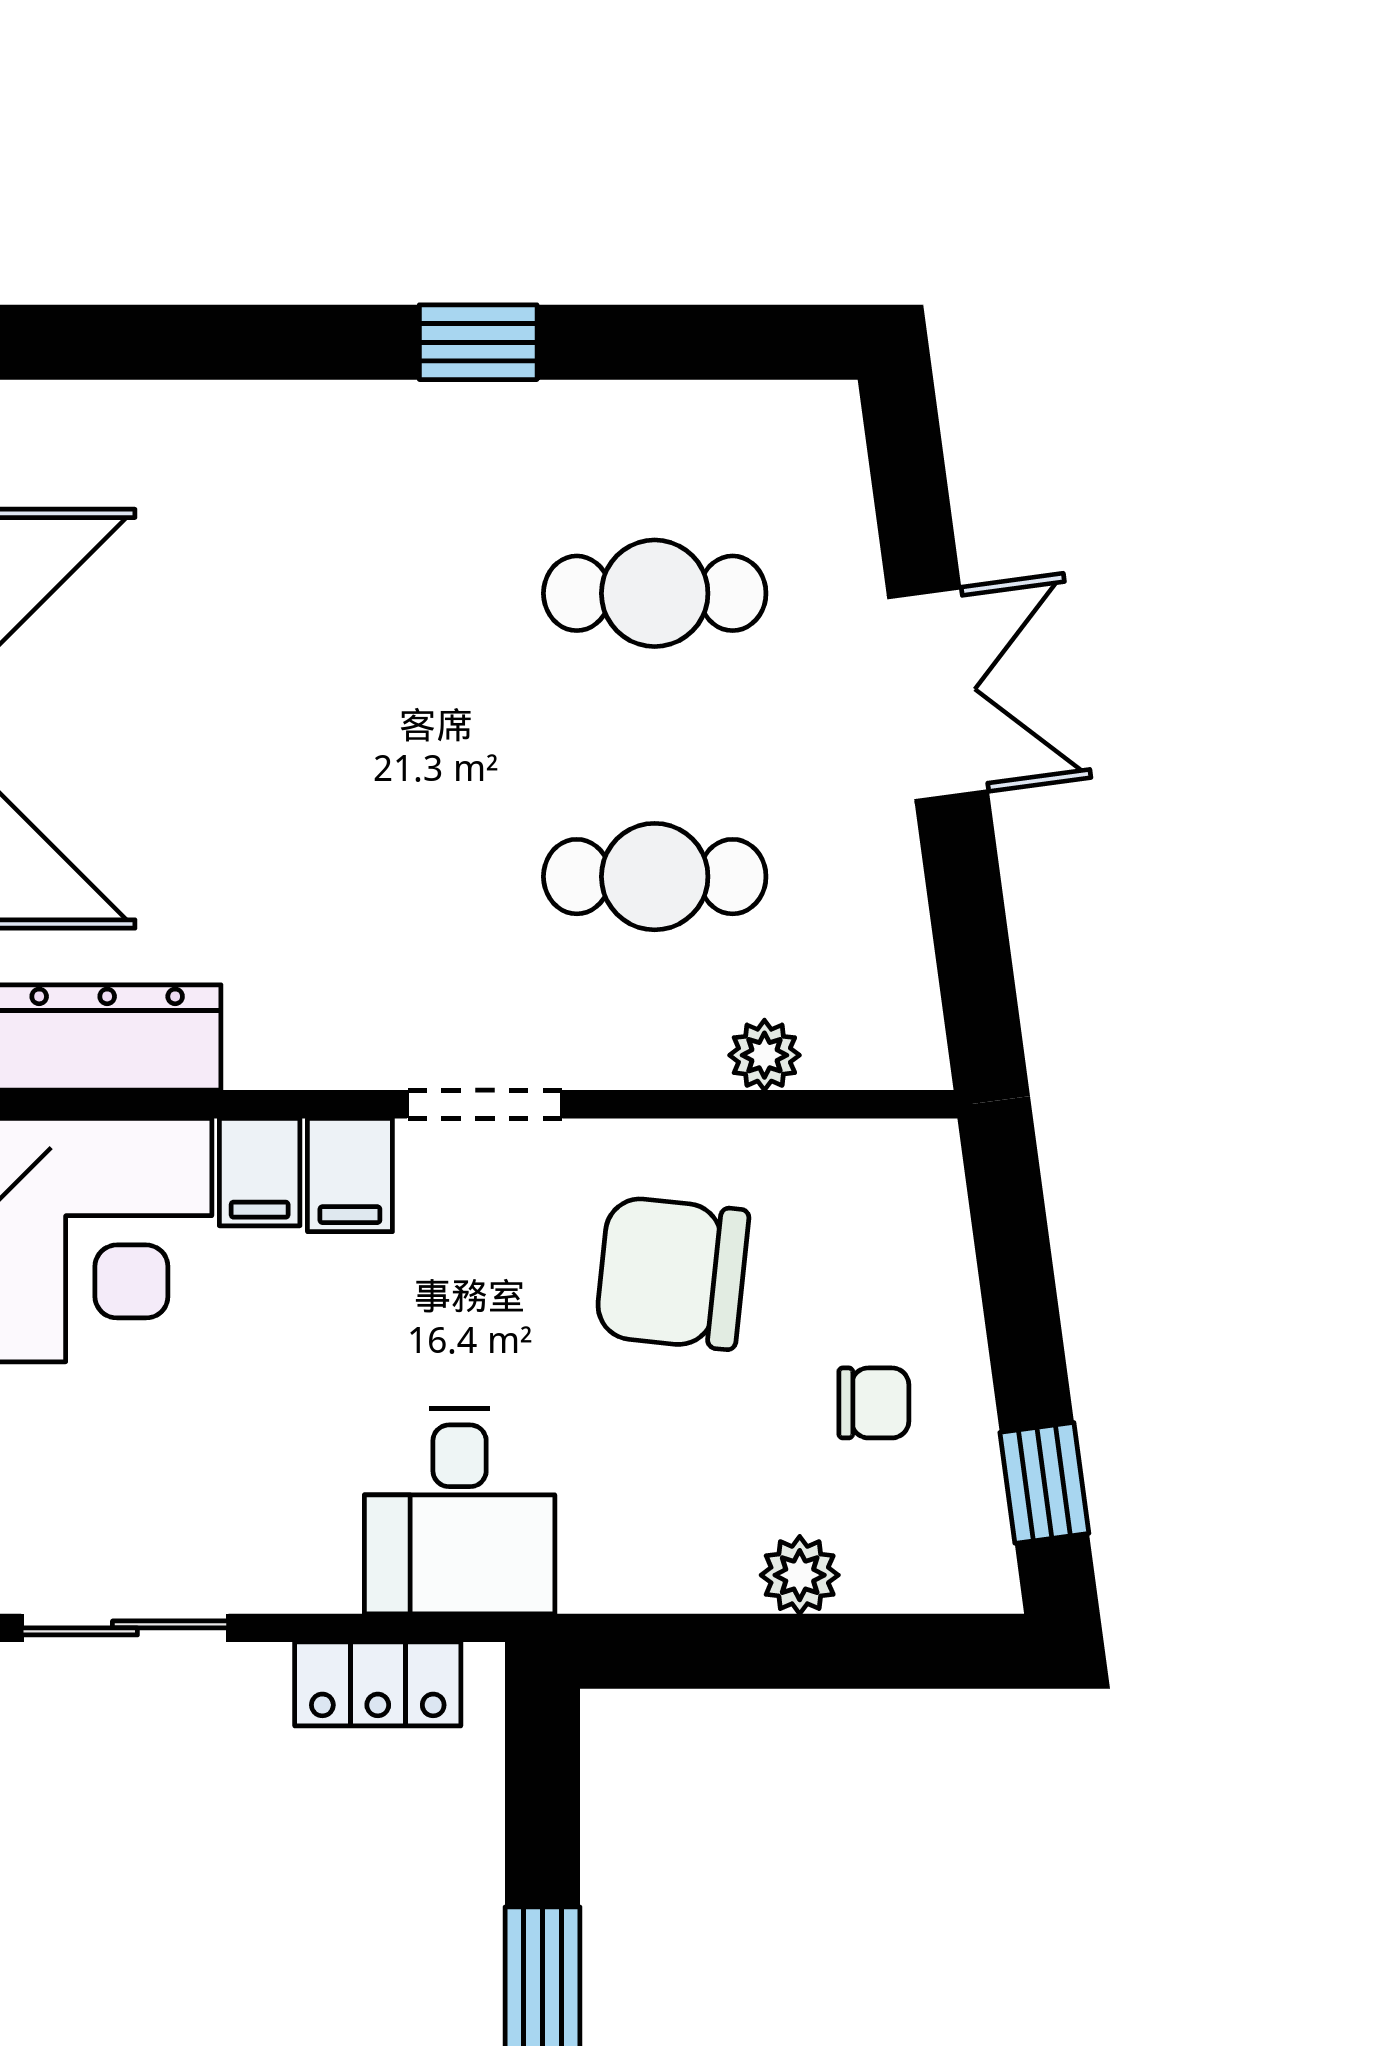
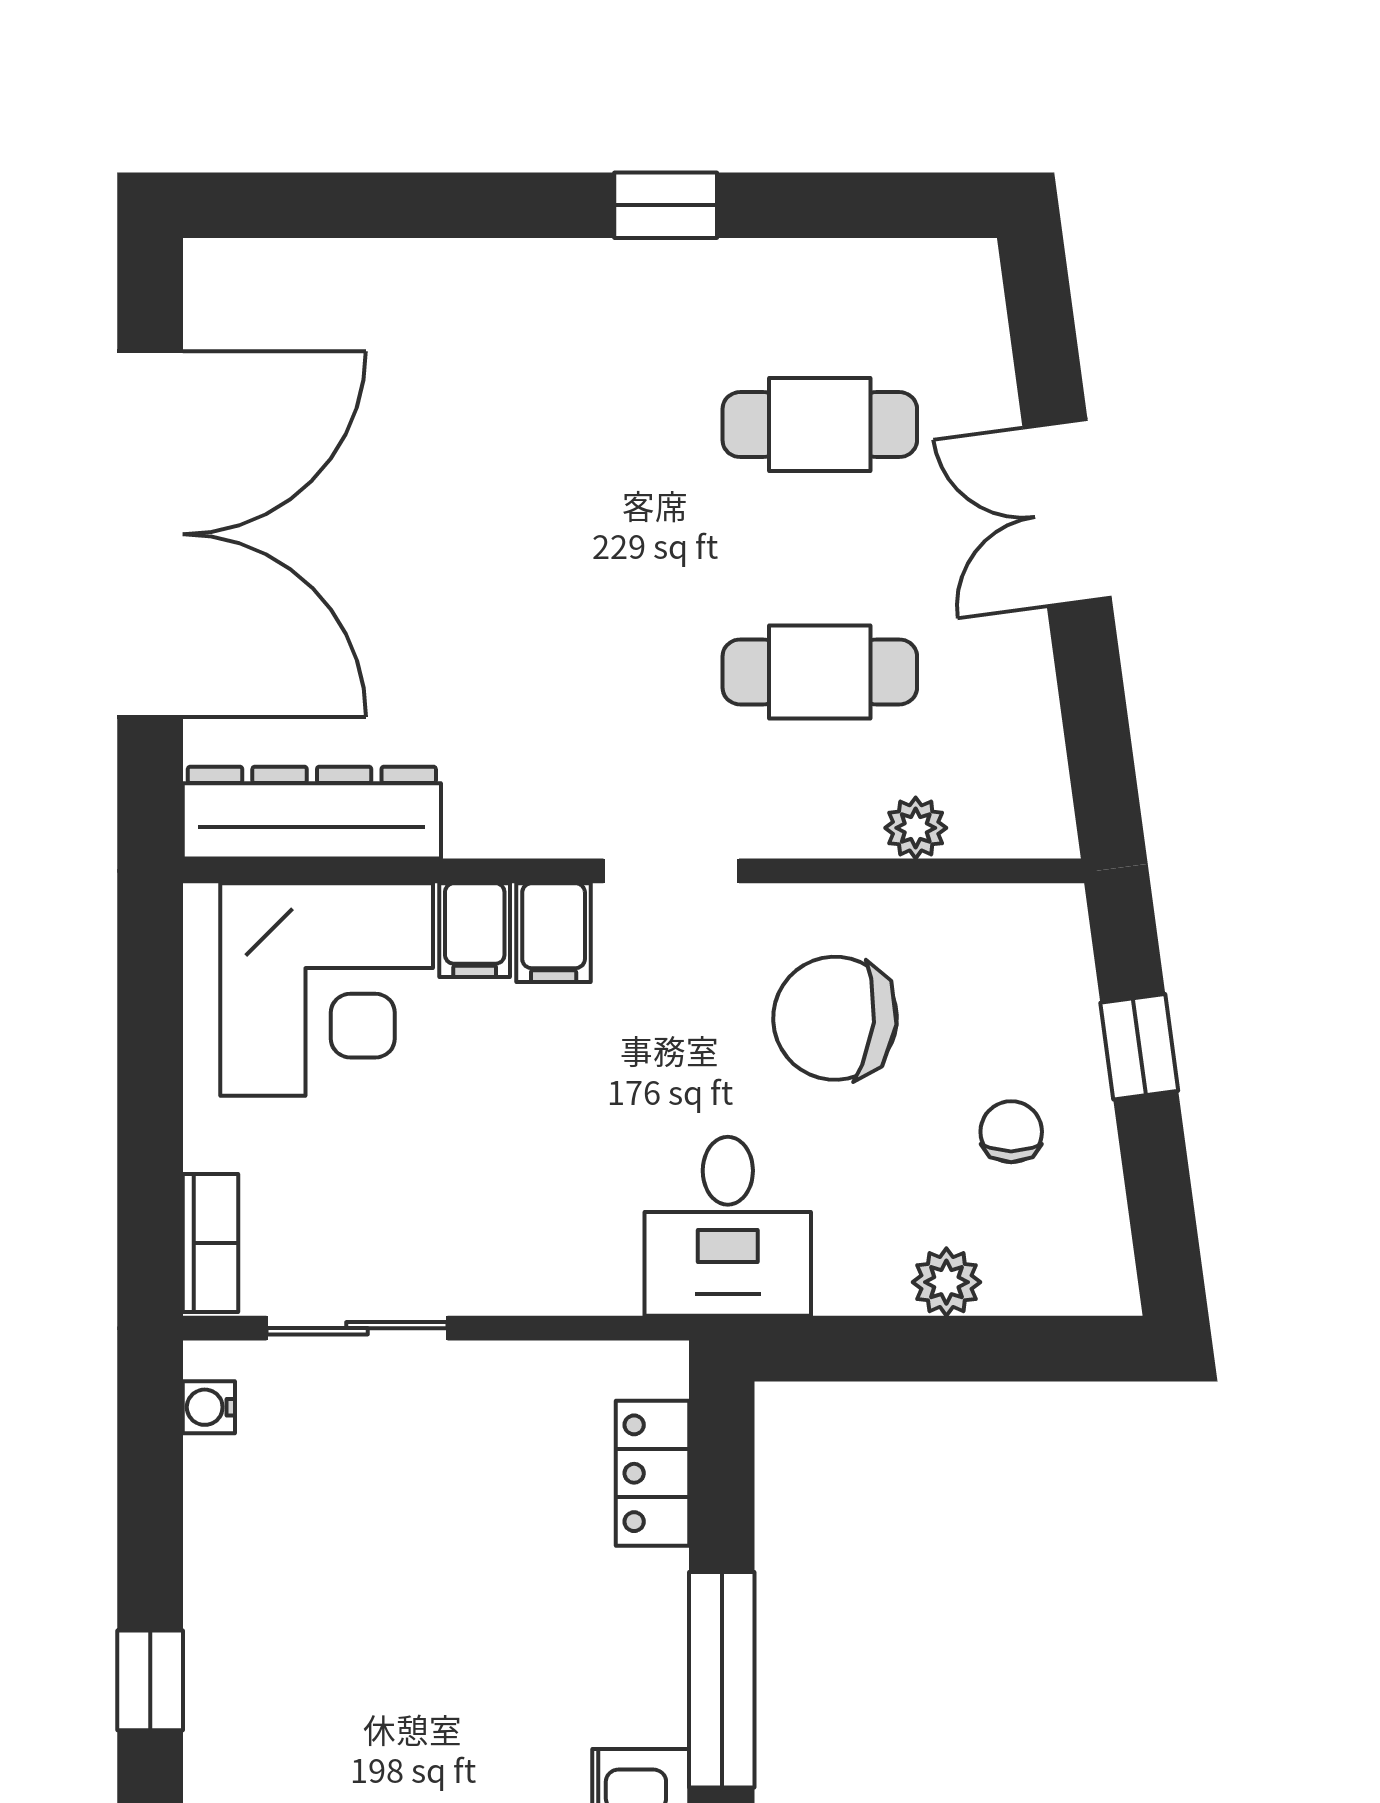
double door: (938, 694) -> (1067, 513), swing flipped
chair: (874, 1403) -> (1011, 1132), turned -90
window: (1044, 1483) -> (1139, 1047), moved
desk: (460, 1511) -> (728, 1226), moved
locker: (378, 1684) -> (652, 1473), moved, turned 90

